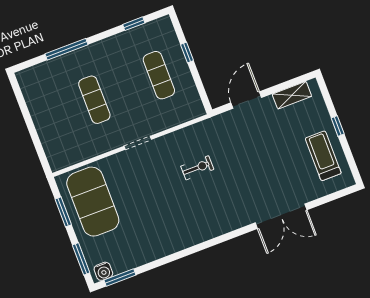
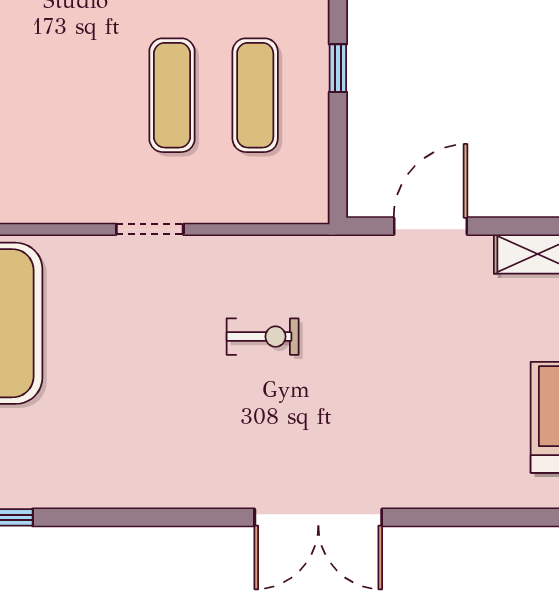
exercise mat: (94, 100) -> (172, 95), moved
double door: (281, 216) -> (318, 517), moved

